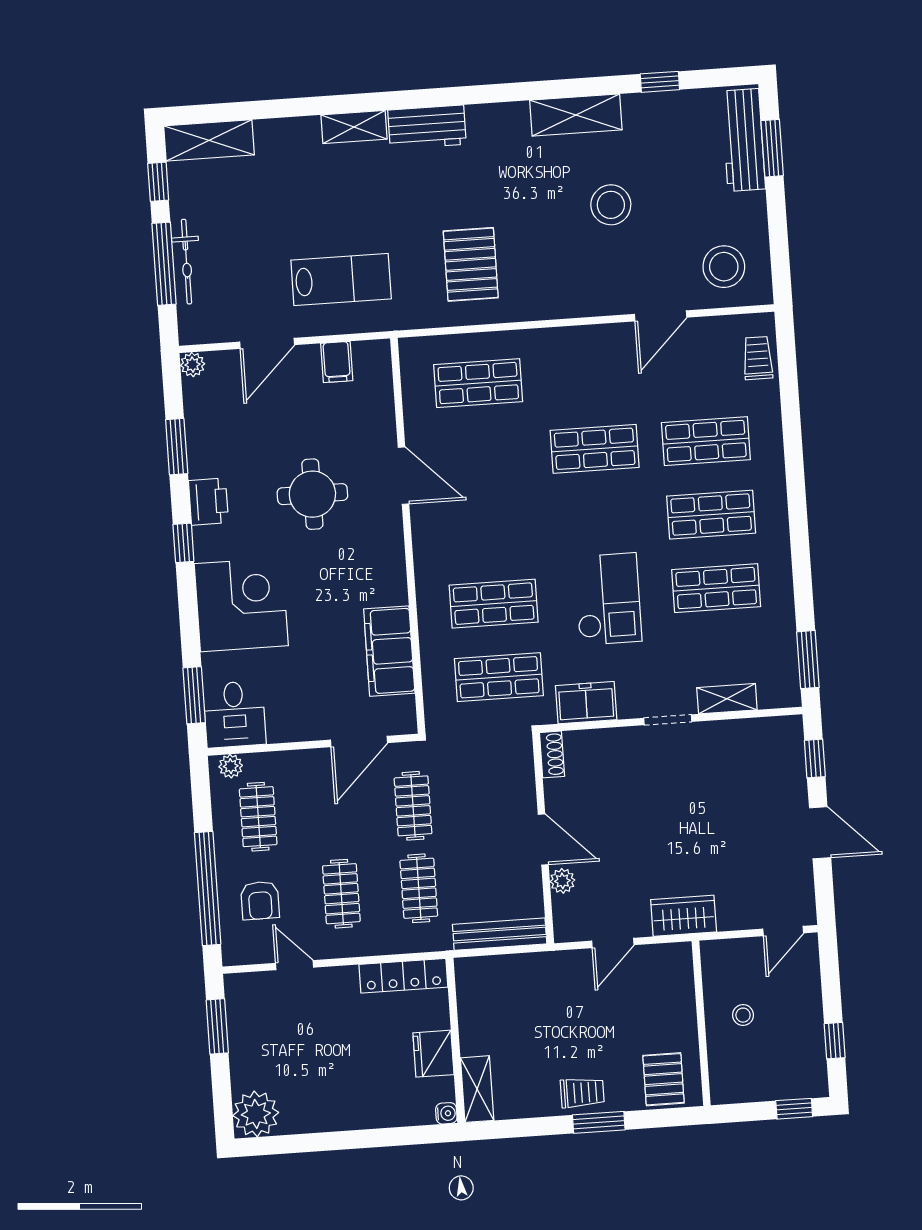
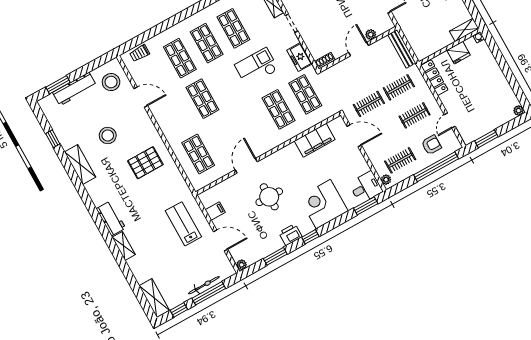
workbench: (743, 140) -> (74, 89), moved
pallet: (471, 264) -> (145, 163), moved
plant: (256, 1114) -> (519, 111), width x0.53, depth x0.53

